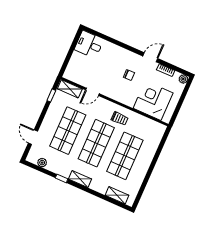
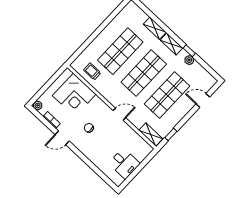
desk: (89, 44) -> (124, 163), moved
door: (92, 92) -> (119, 114), moved
trolley: (120, 118) -> (92, 72), moved
door: (33, 137) -> (203, 100), swing flipped
plant: (42, 163) -> (189, 60), moved
shelving: (117, 195) -> (155, 28), moved

